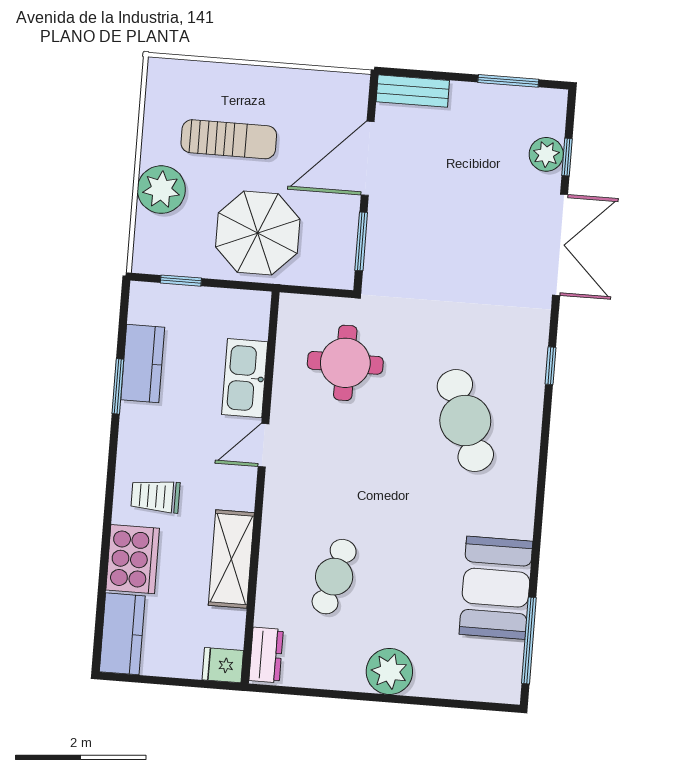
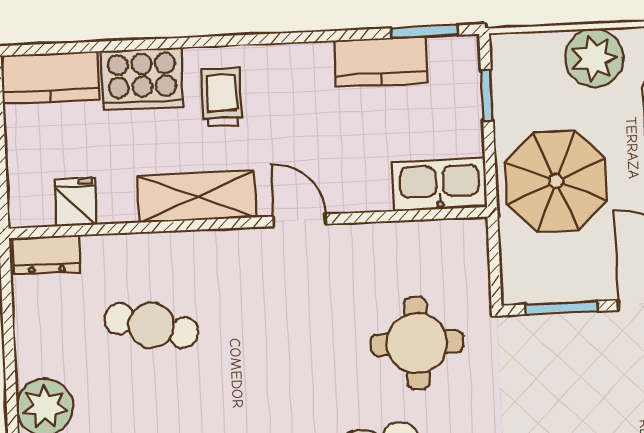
round table: (345, 363) -> (417, 343), moved
kitchen sink: (245, 378) -> (440, 185), moved
window: (118, 386) -> (425, 32), moved
shelving: (231, 559) -> (197, 197), moved
fridge: (223, 665) -> (76, 202), moved

